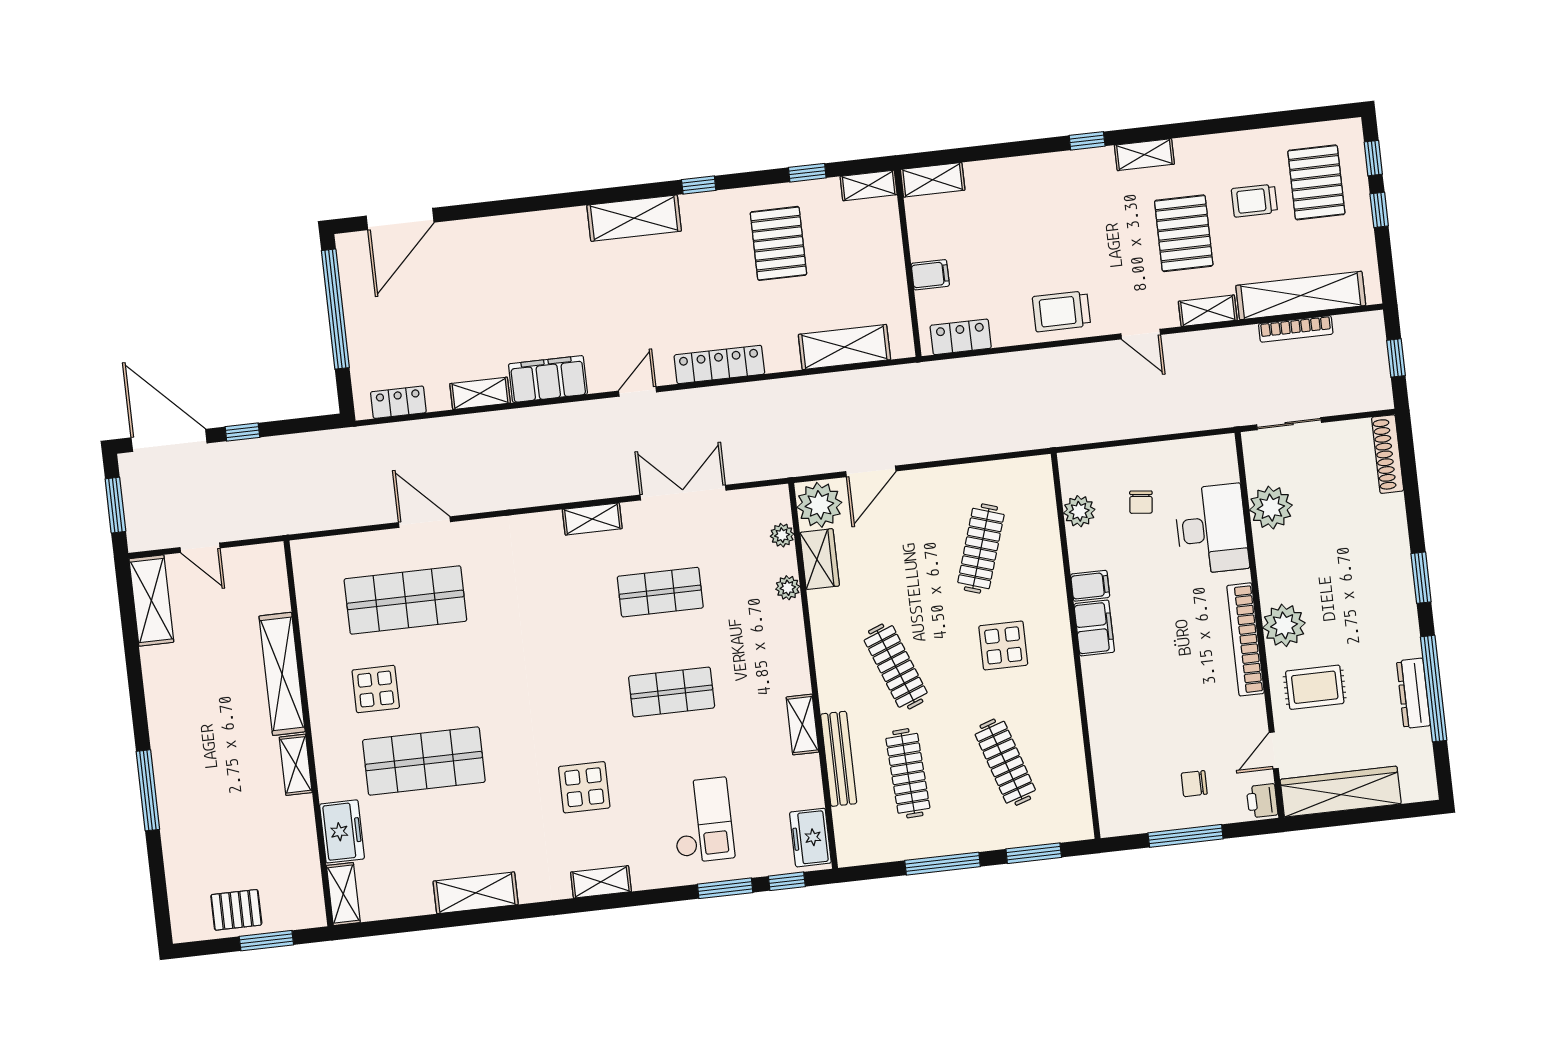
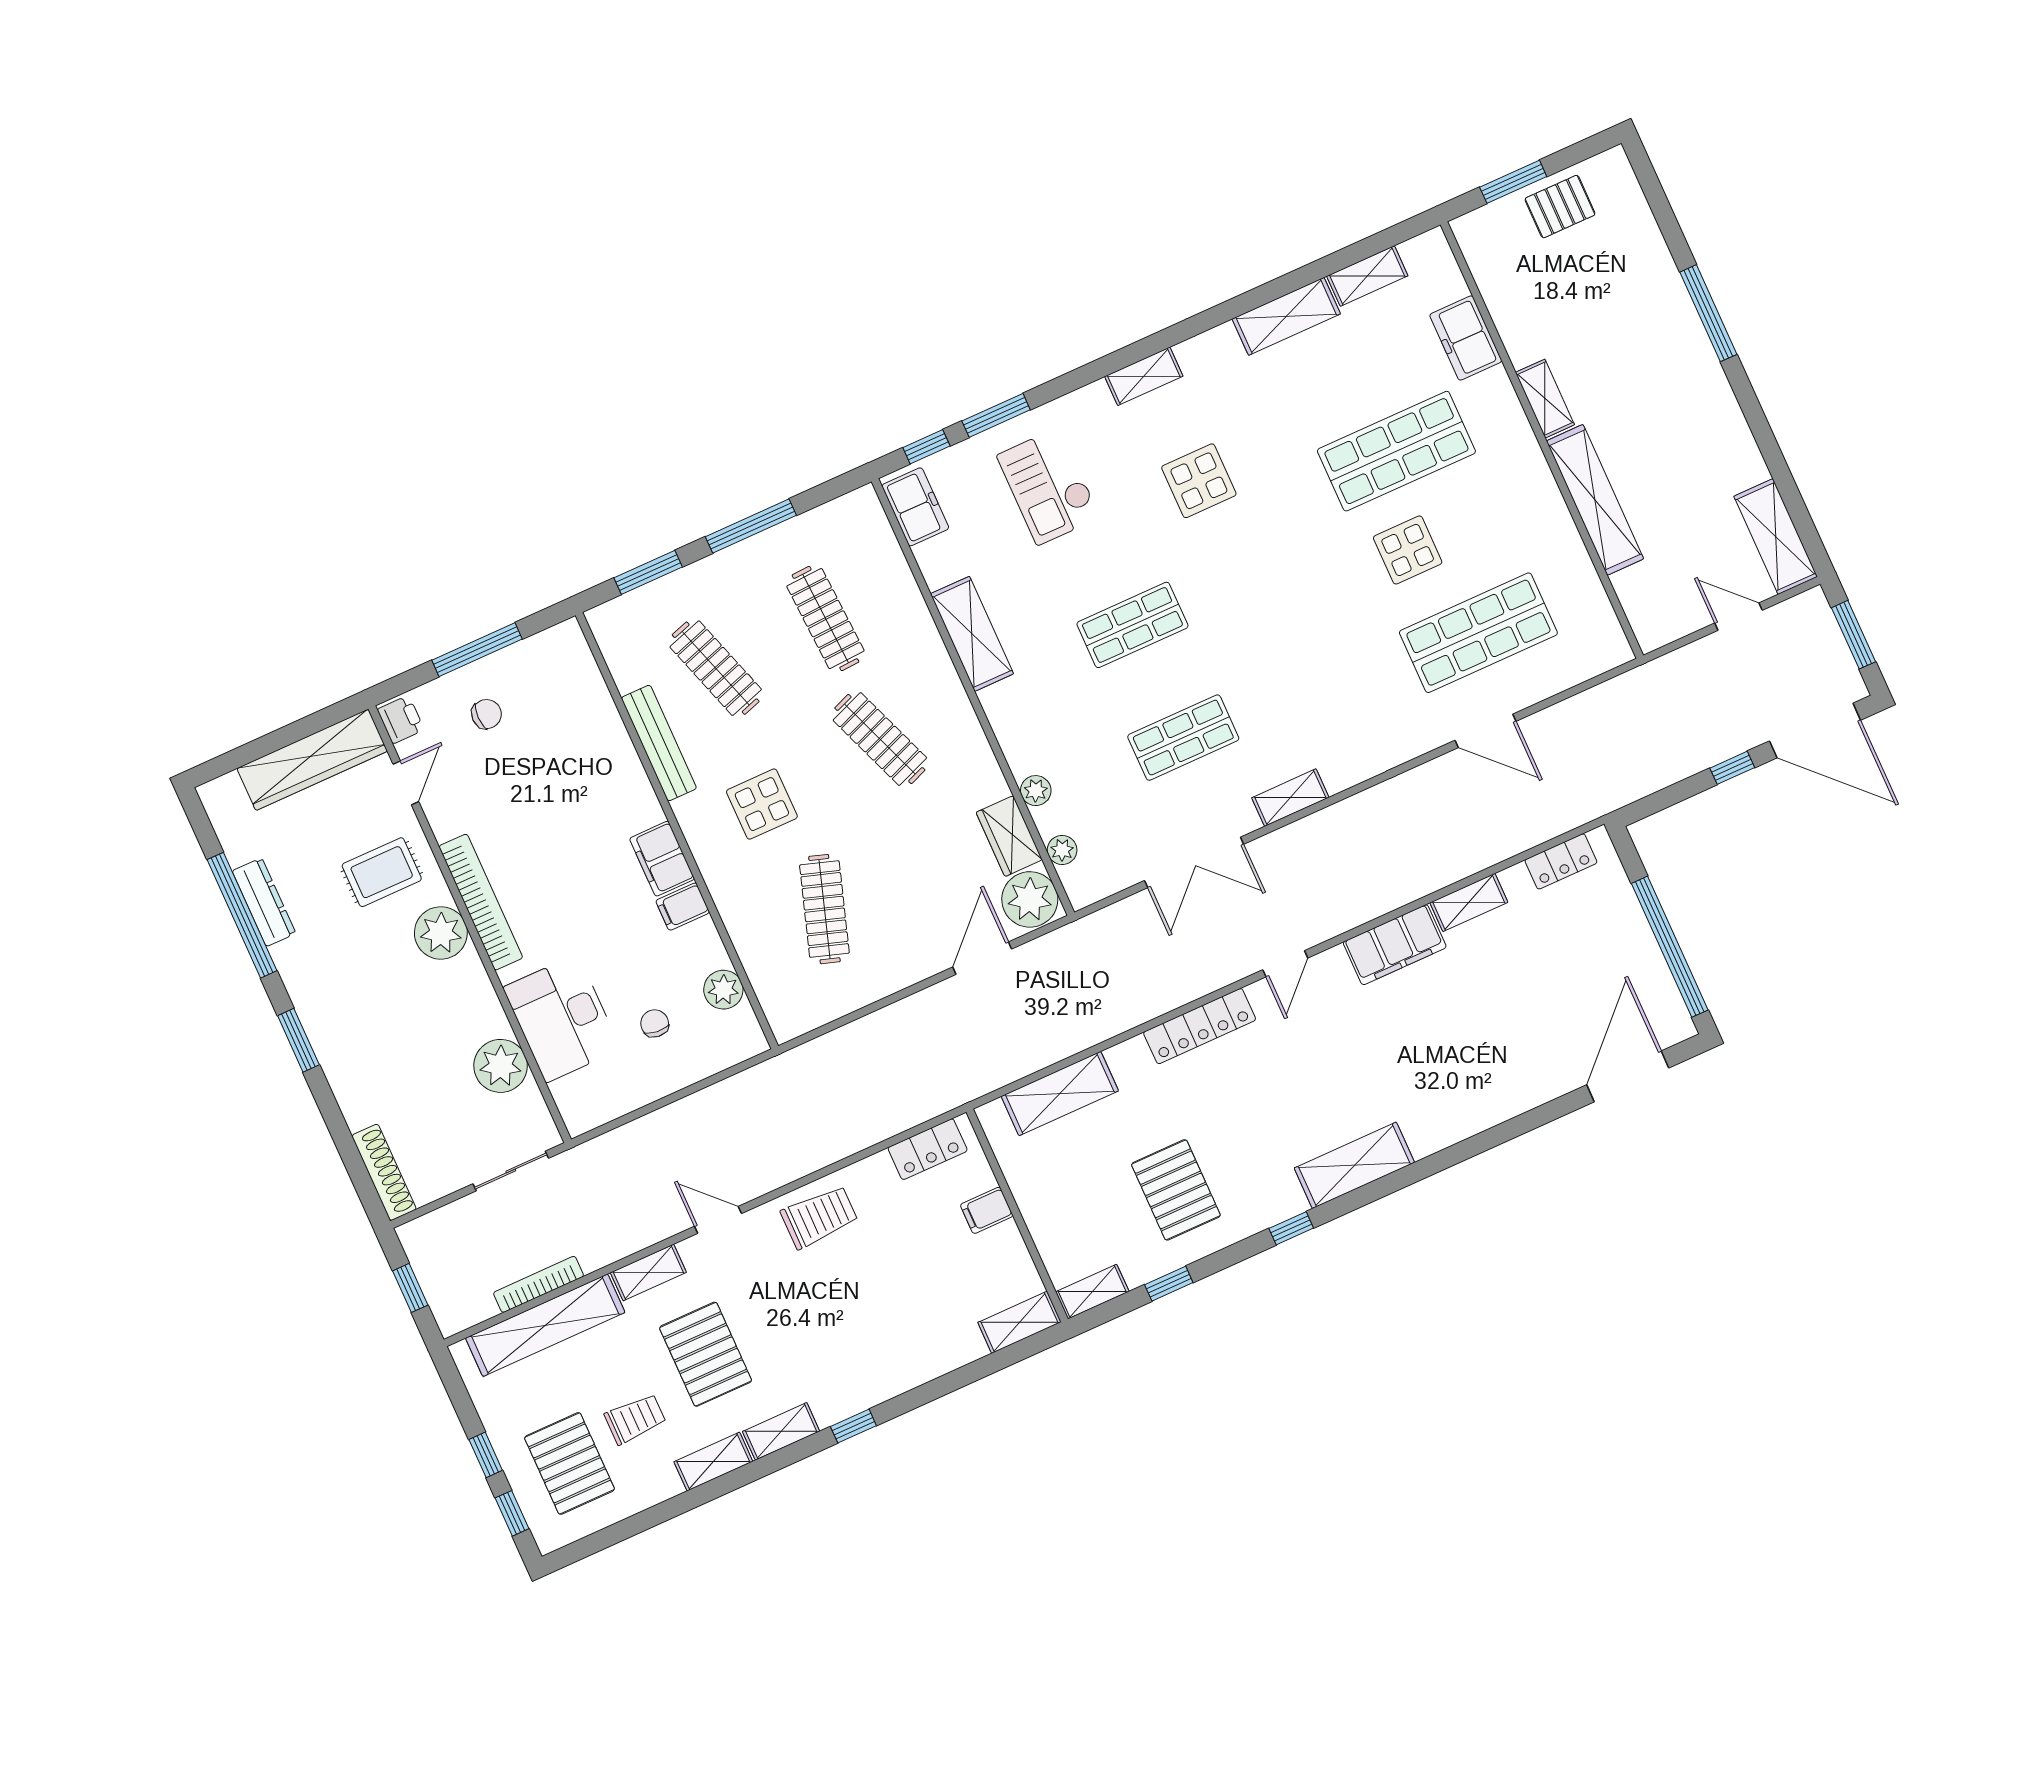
shelving: (1204, 148) -> (713, 1462), added
display table: (376, 689) -> (1408, 550), moved
shelving: (802, 725) -> (972, 634), width x1.50, depth x1.33
bench: (839, 759) -> (659, 743), moved
shelving: (343, 894) -> (1367, 276), moved, turned 90

